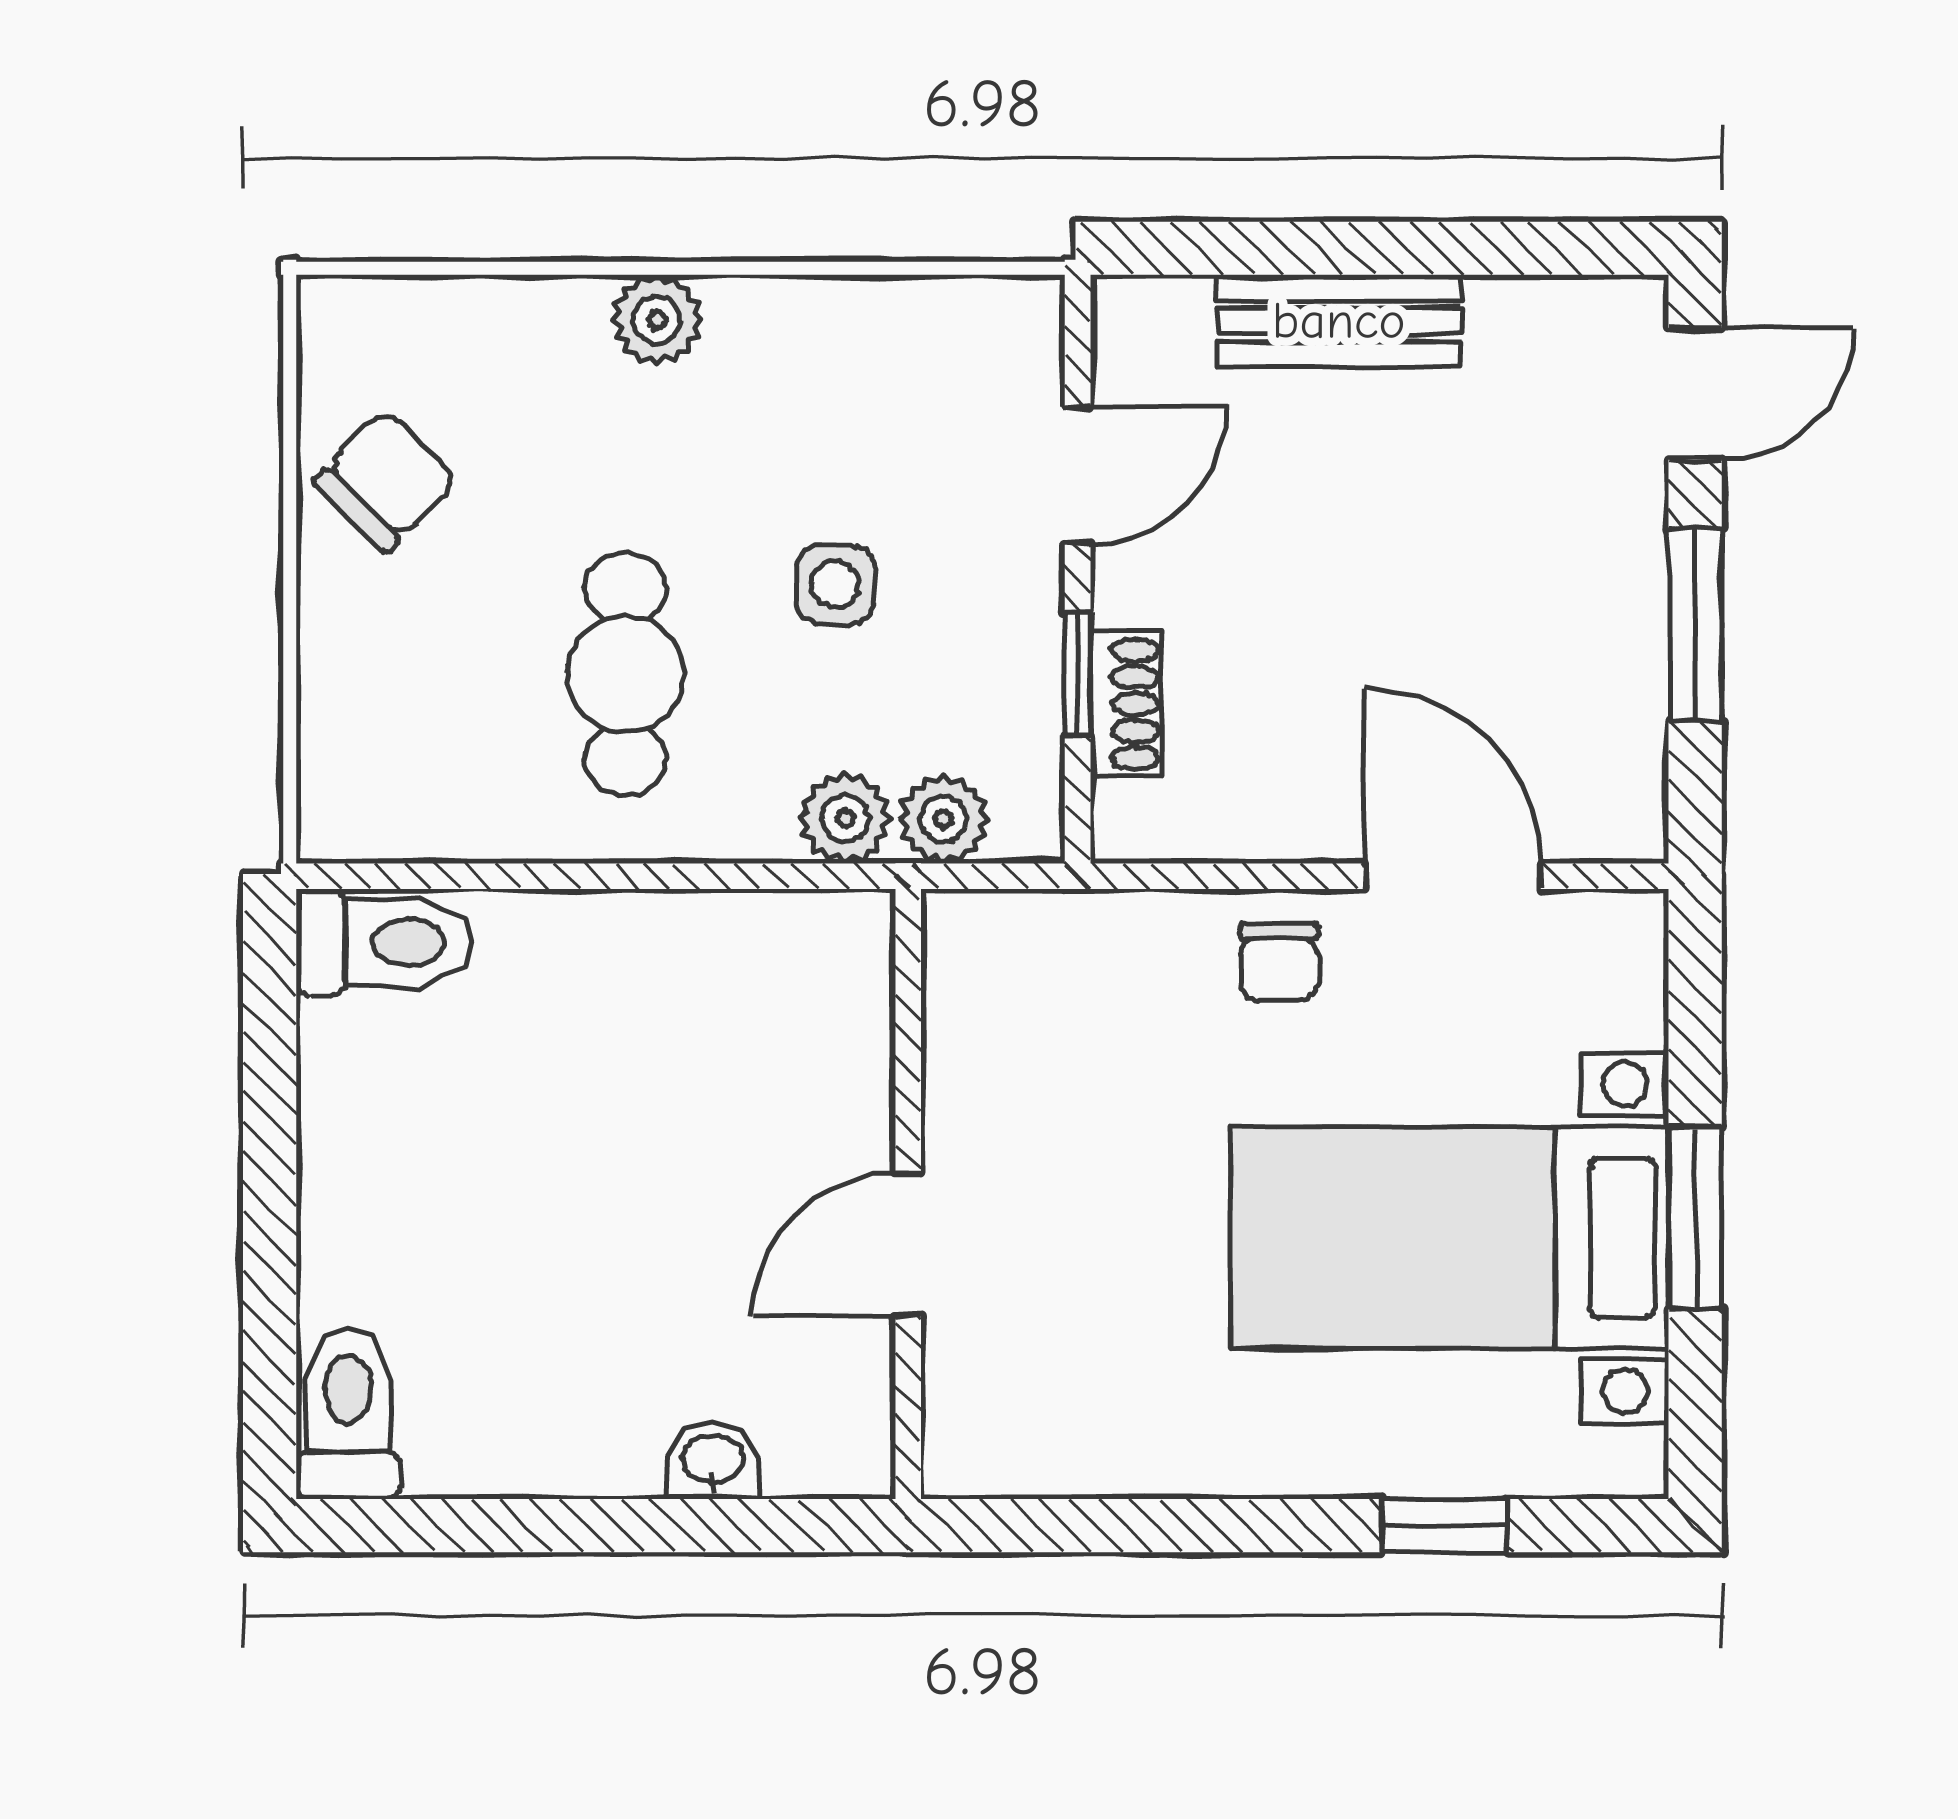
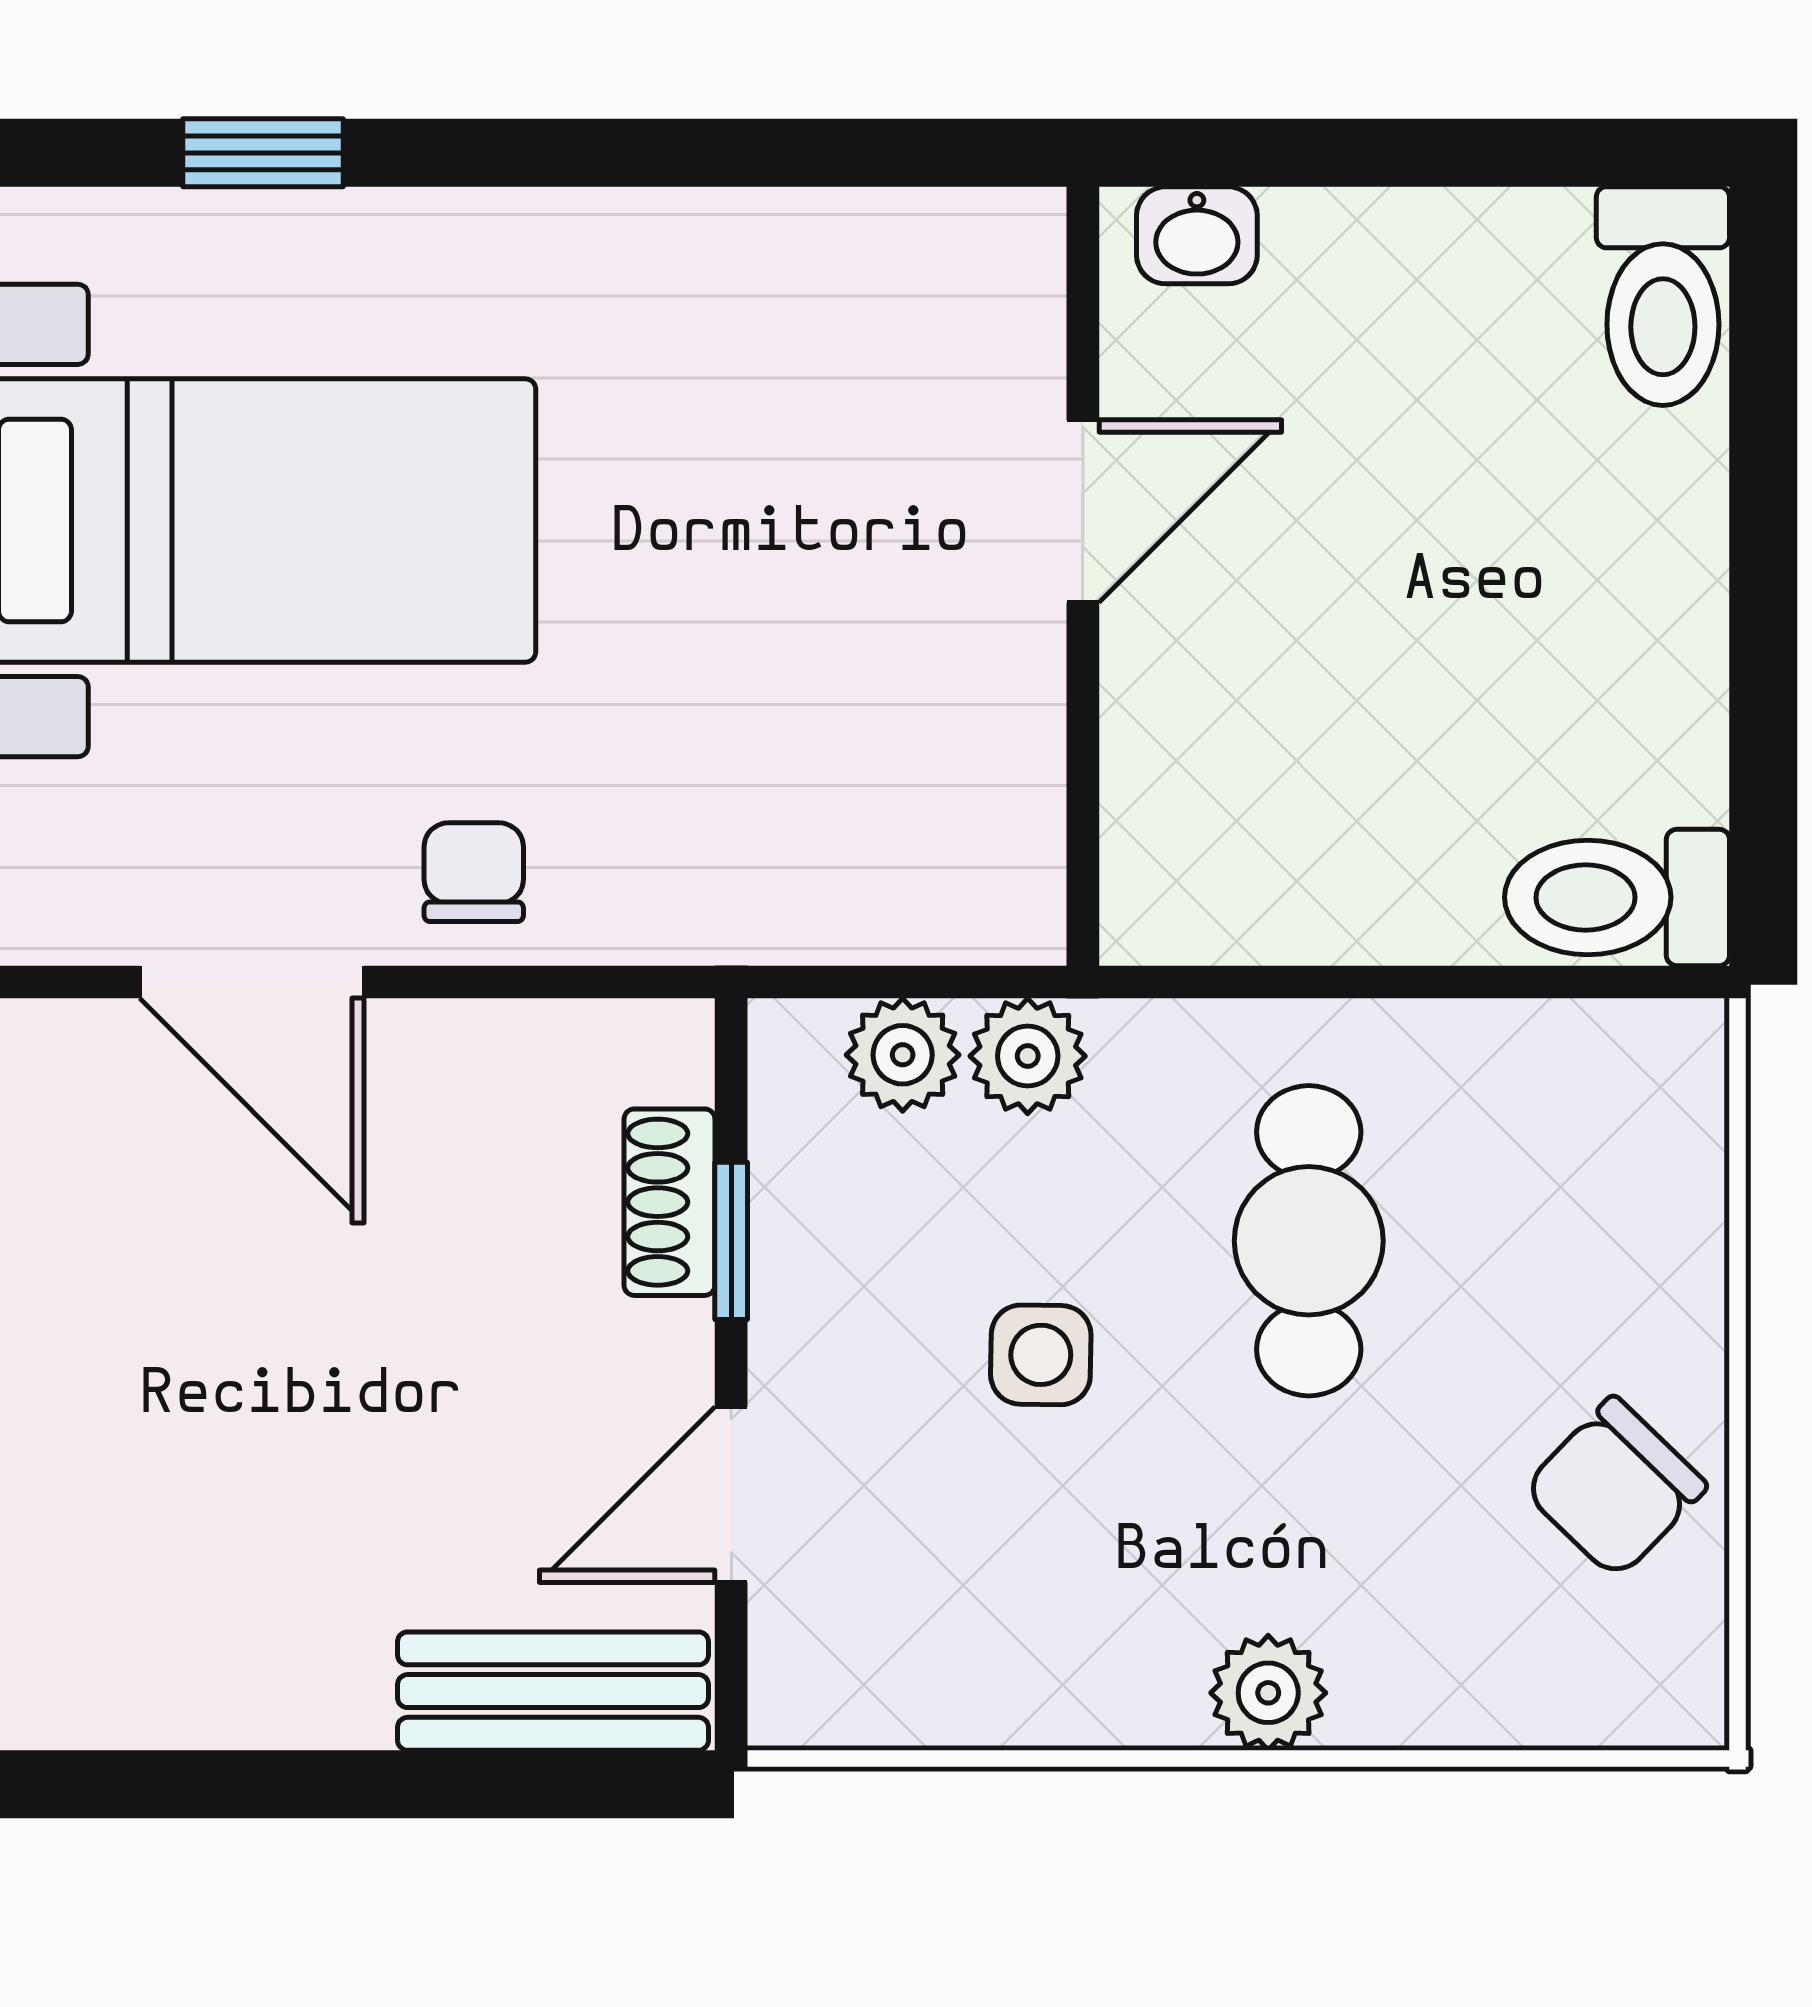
bench: (1339, 321) -> (553, 1691), moved
wall: (908, 1194) -> (1083, 576), moved
door: (908, 1245) -> (1083, 511), moved

